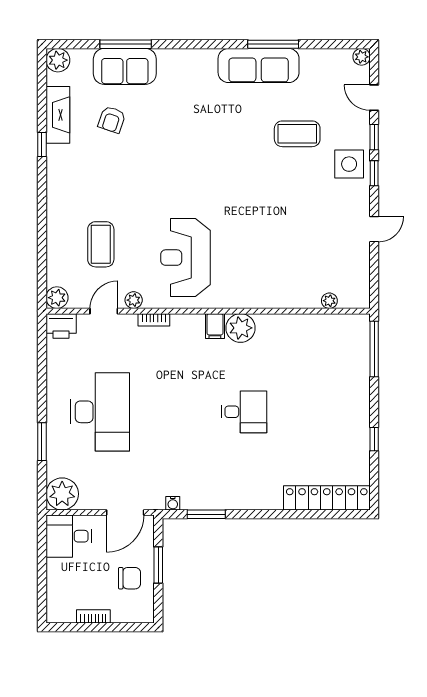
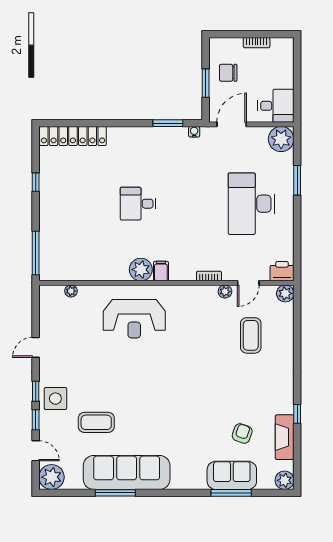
plant: (362, 57) -> (51, 477), width x1.88, depth x1.88
sofa: (259, 65) -> (127, 472), width x1.36, depth x1.27
reception desk: (186, 258) -> (134, 319), moved, turned 90

